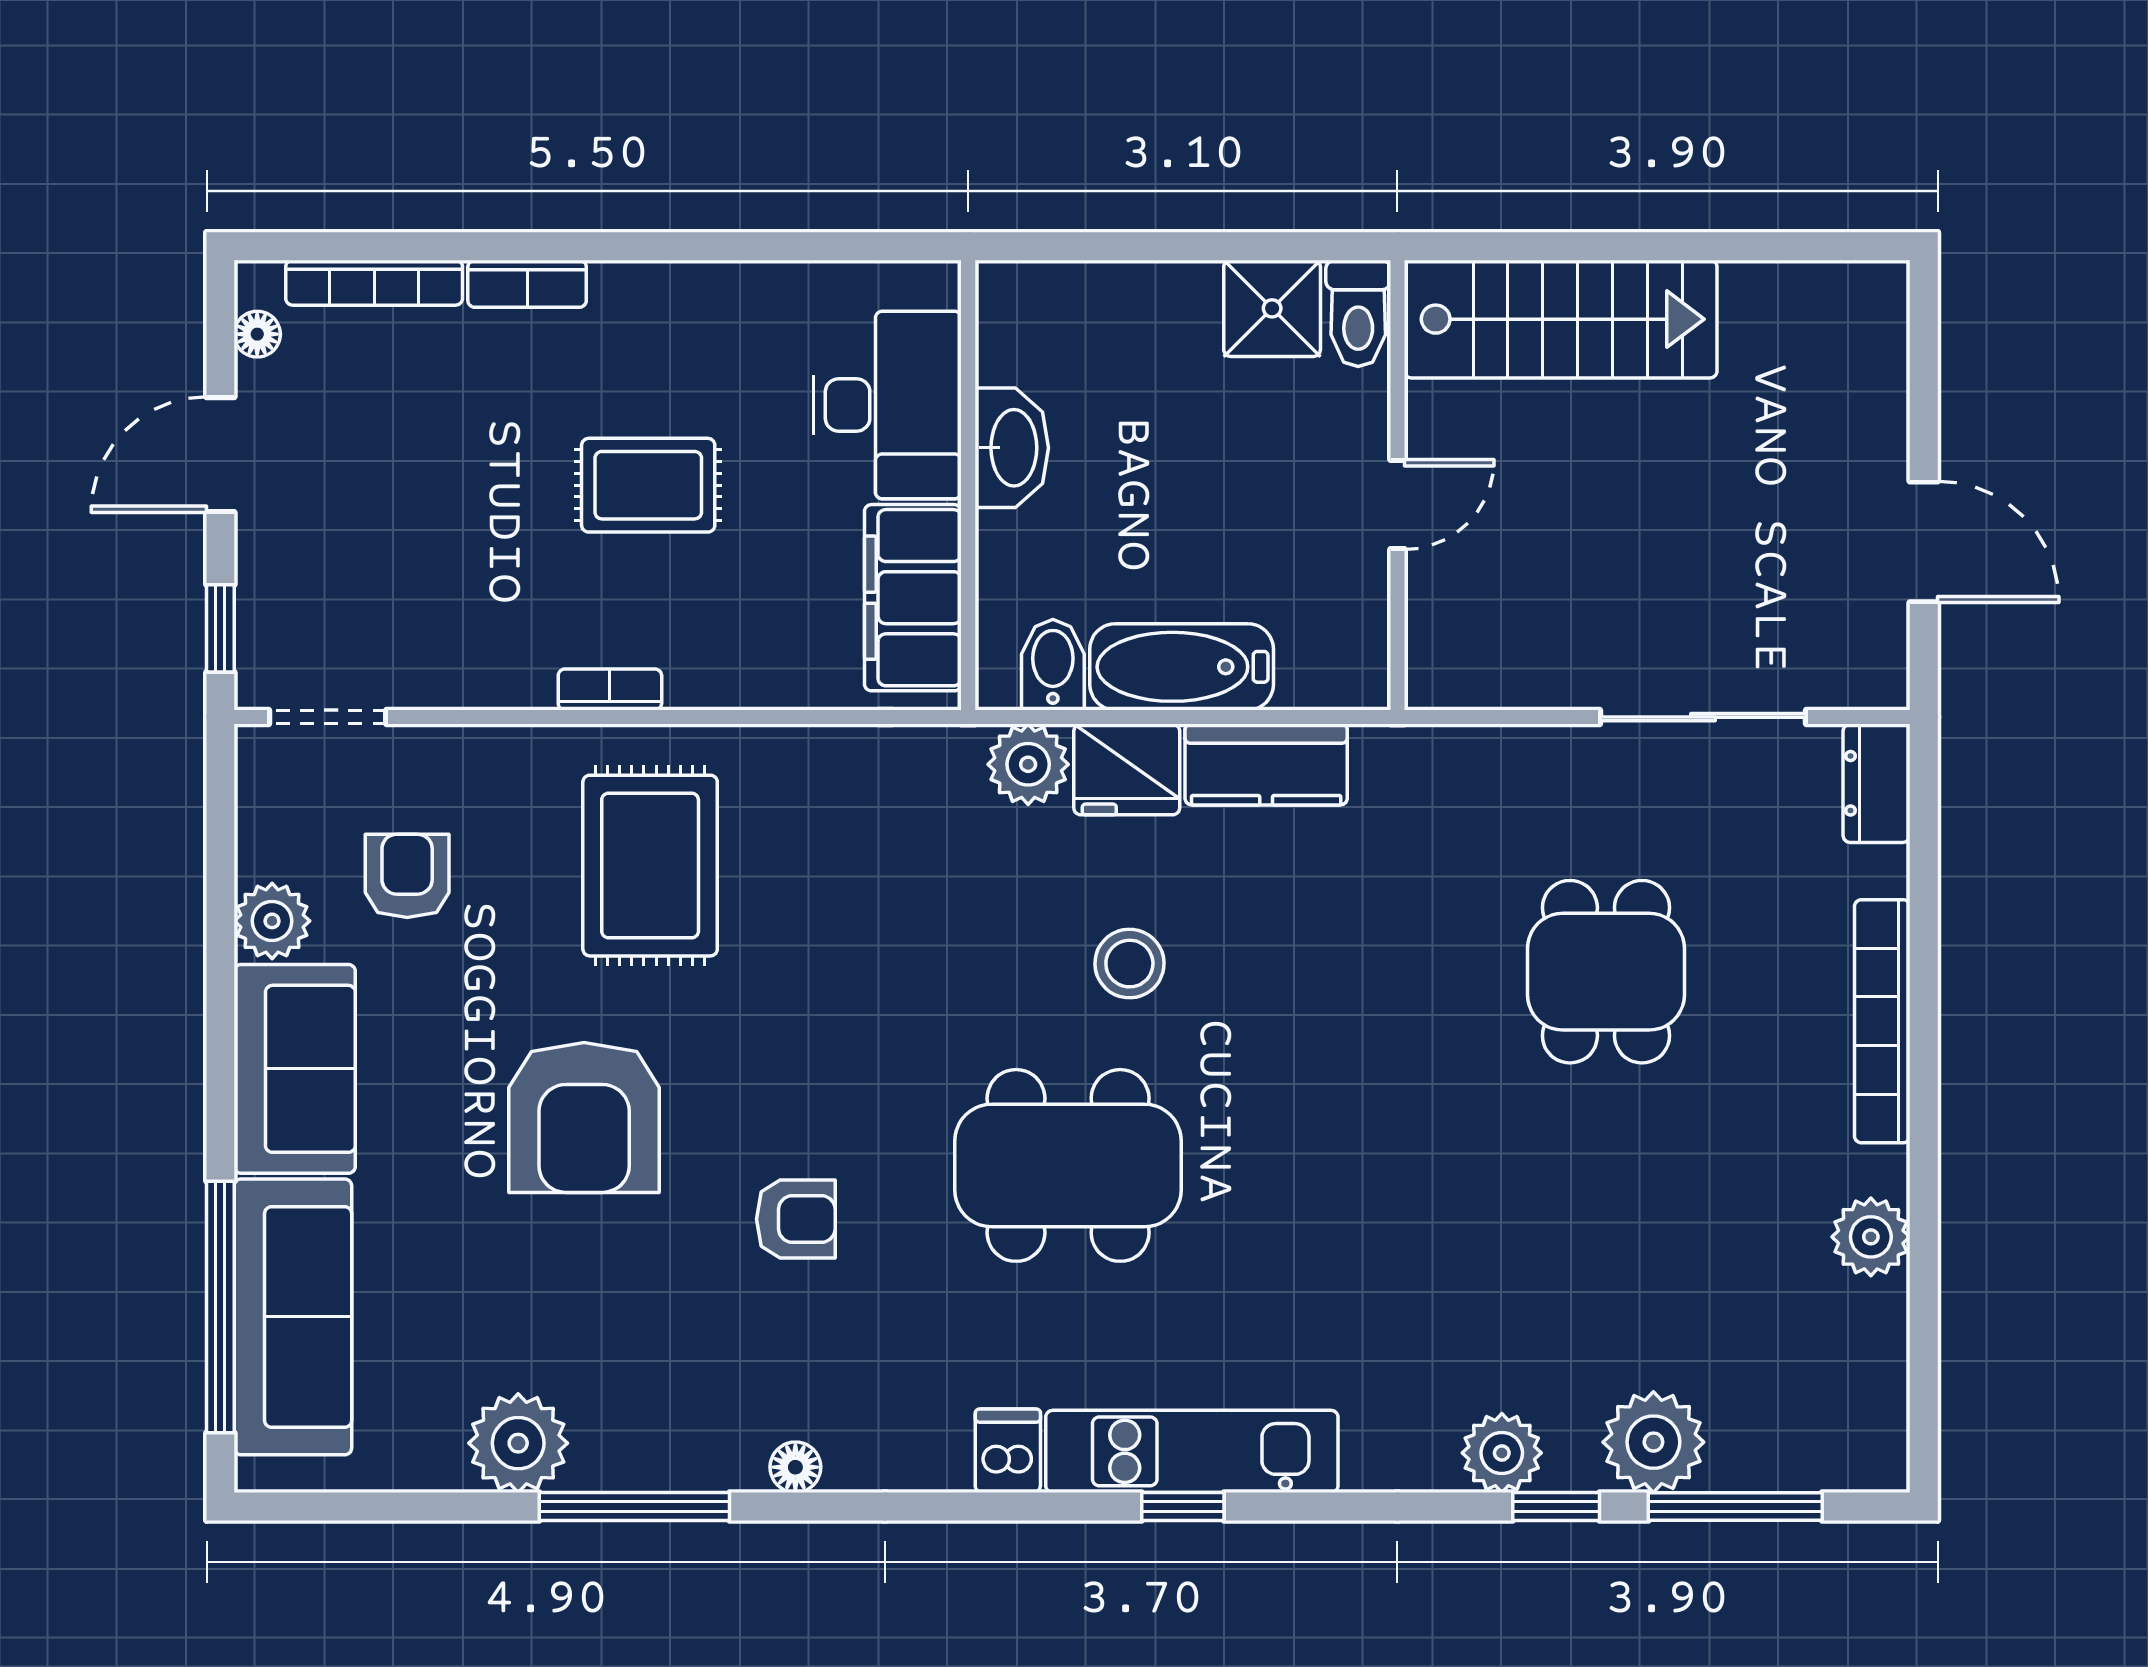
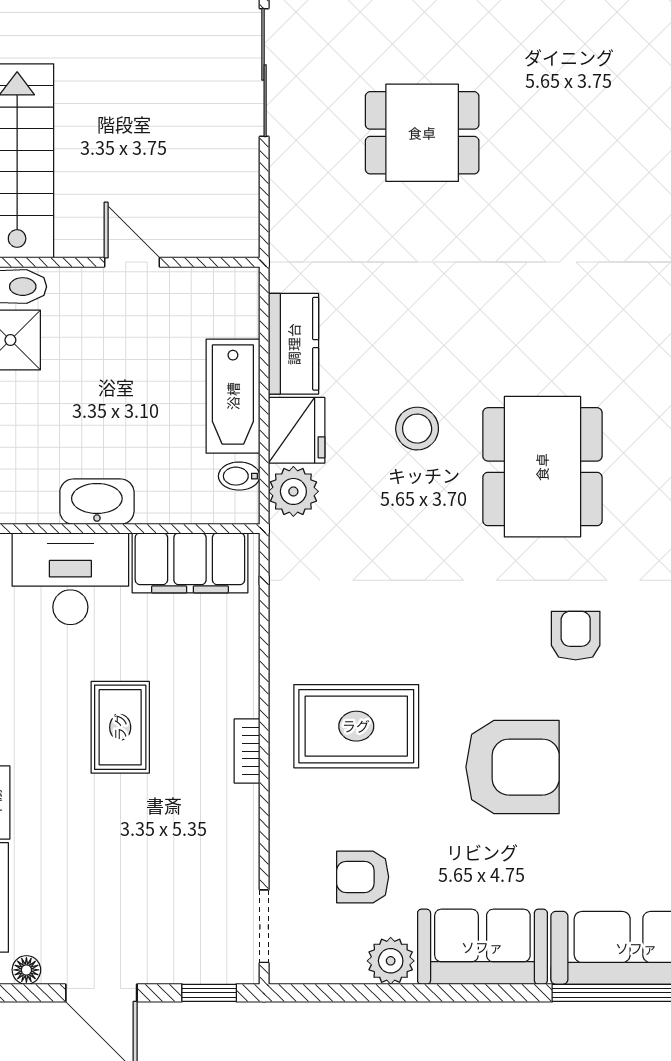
bidet: (1053, 665) -> (239, 476), width x0.72, depth x0.74

